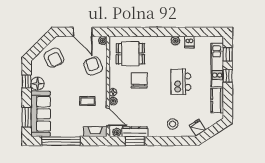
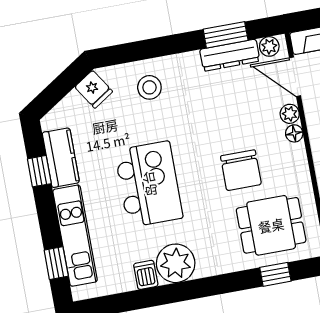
window: (133, 32) -> (275, 274), added
plant: (175, 41) -> (176, 263), width x1.88, depth x1.88
window: (228, 76) -> (39, 171), moved
kitchen island: (181, 82) -> (149, 184), width x1.37, depth x1.28

